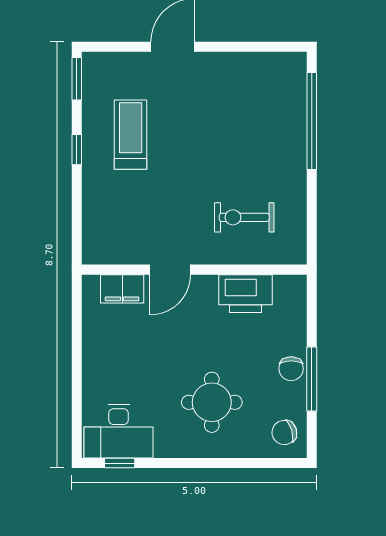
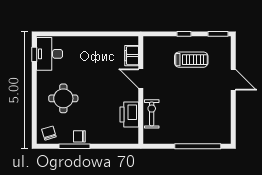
door: (170, 270) -> (141, 79), moved
wall: (194, 270) -> (141, 90), moved
filing cabinet: (122, 289) -> (132, 56), moved
printer: (246, 294) -> (129, 115), moved

